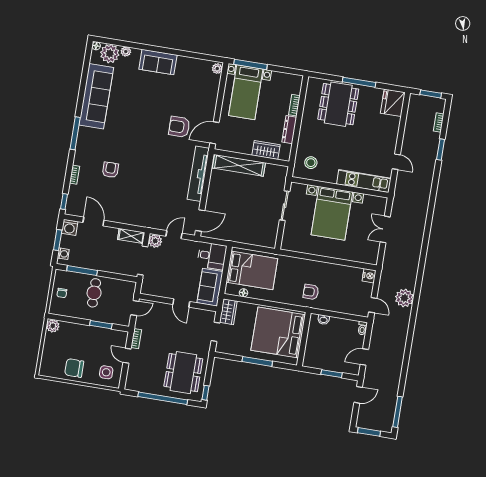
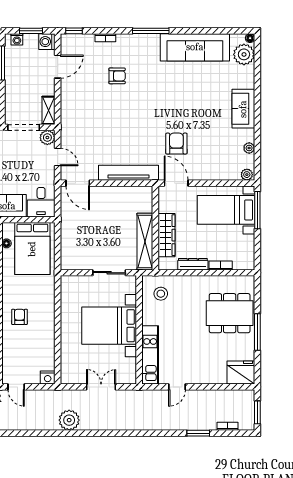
plant: (126, 52) -> (249, 148), moved
wardrobe: (266, 150) -> (167, 235), width x1.50
shelving: (239, 165) -> (145, 242), moved
plant: (404, 298) -> (69, 420), moved
door: (373, 305) -> (16, 387), hinge flipped

